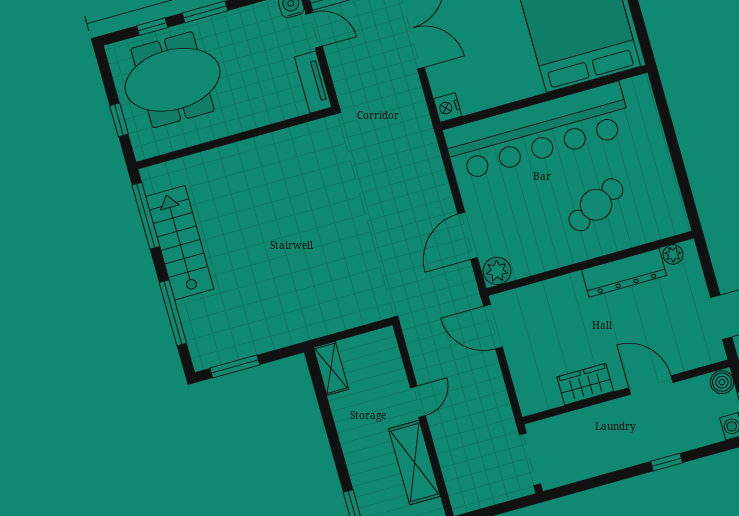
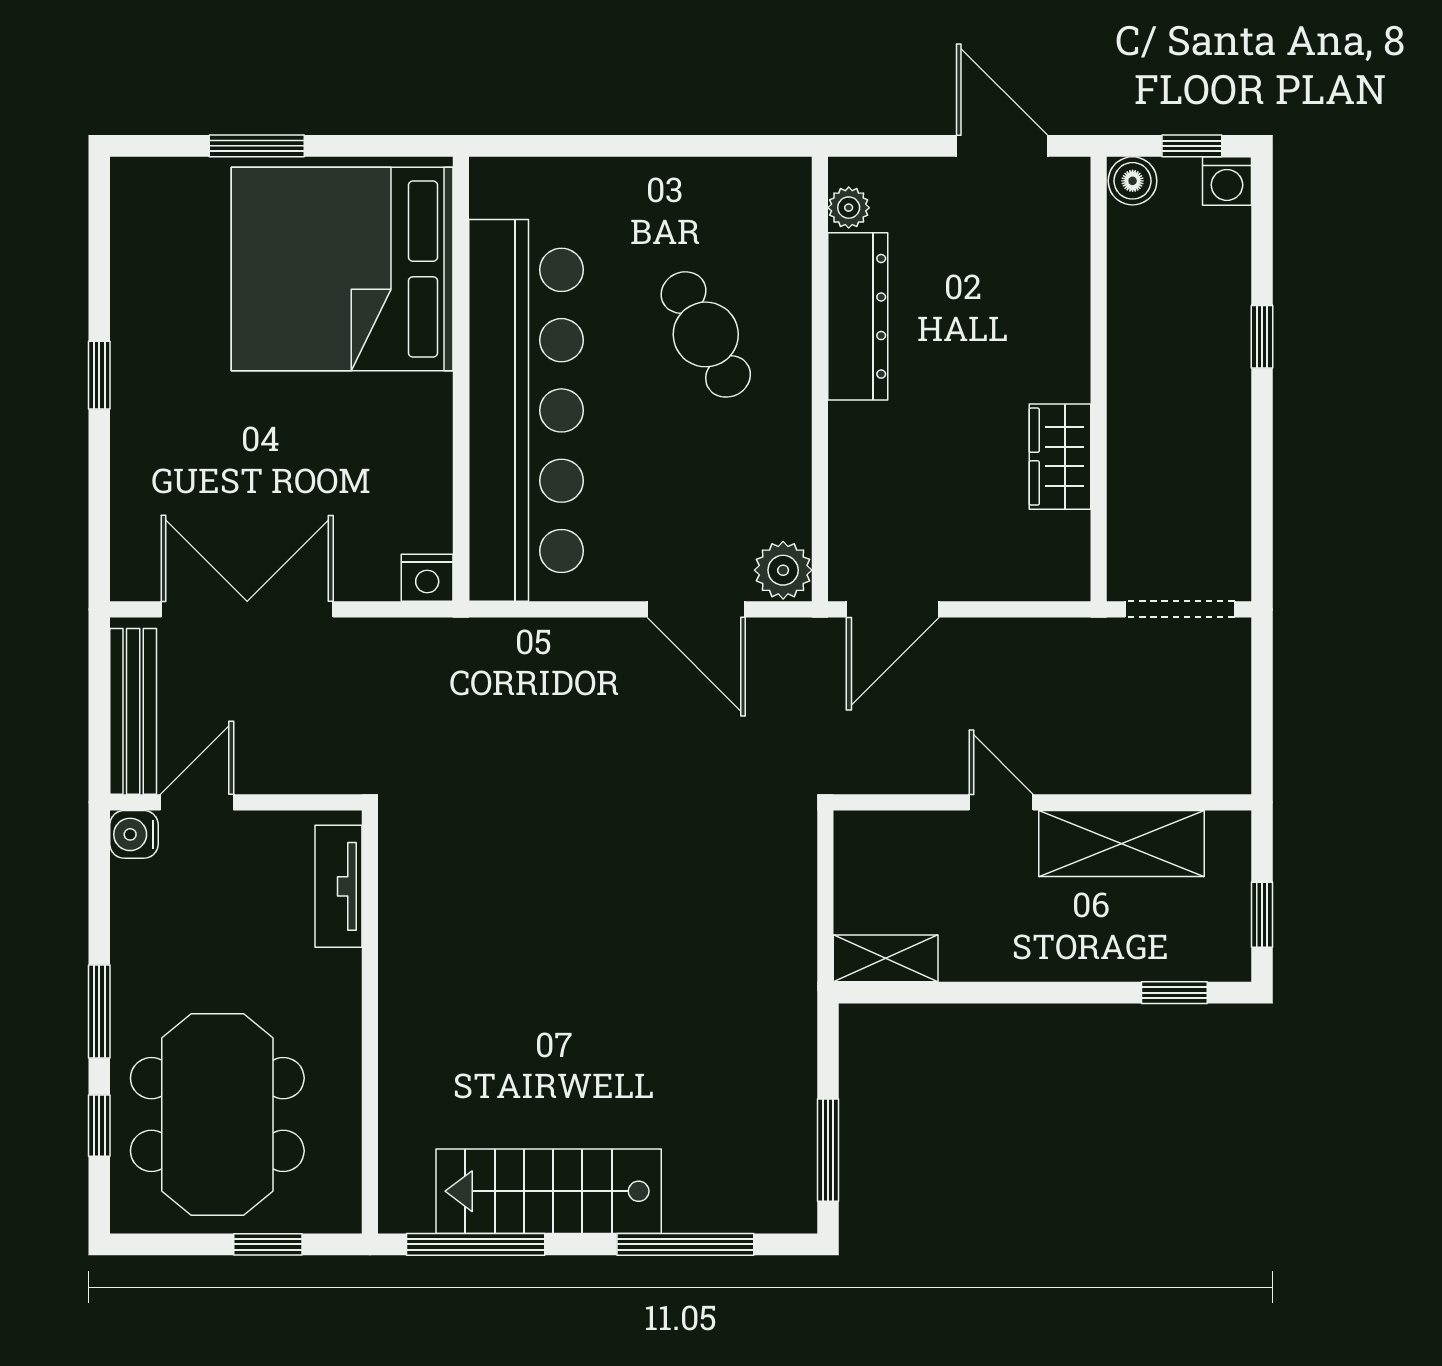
tv unit: (313, 82) -> (338, 886), moved, turned 90
door: (651, 385) -> (1099, 325), removed

